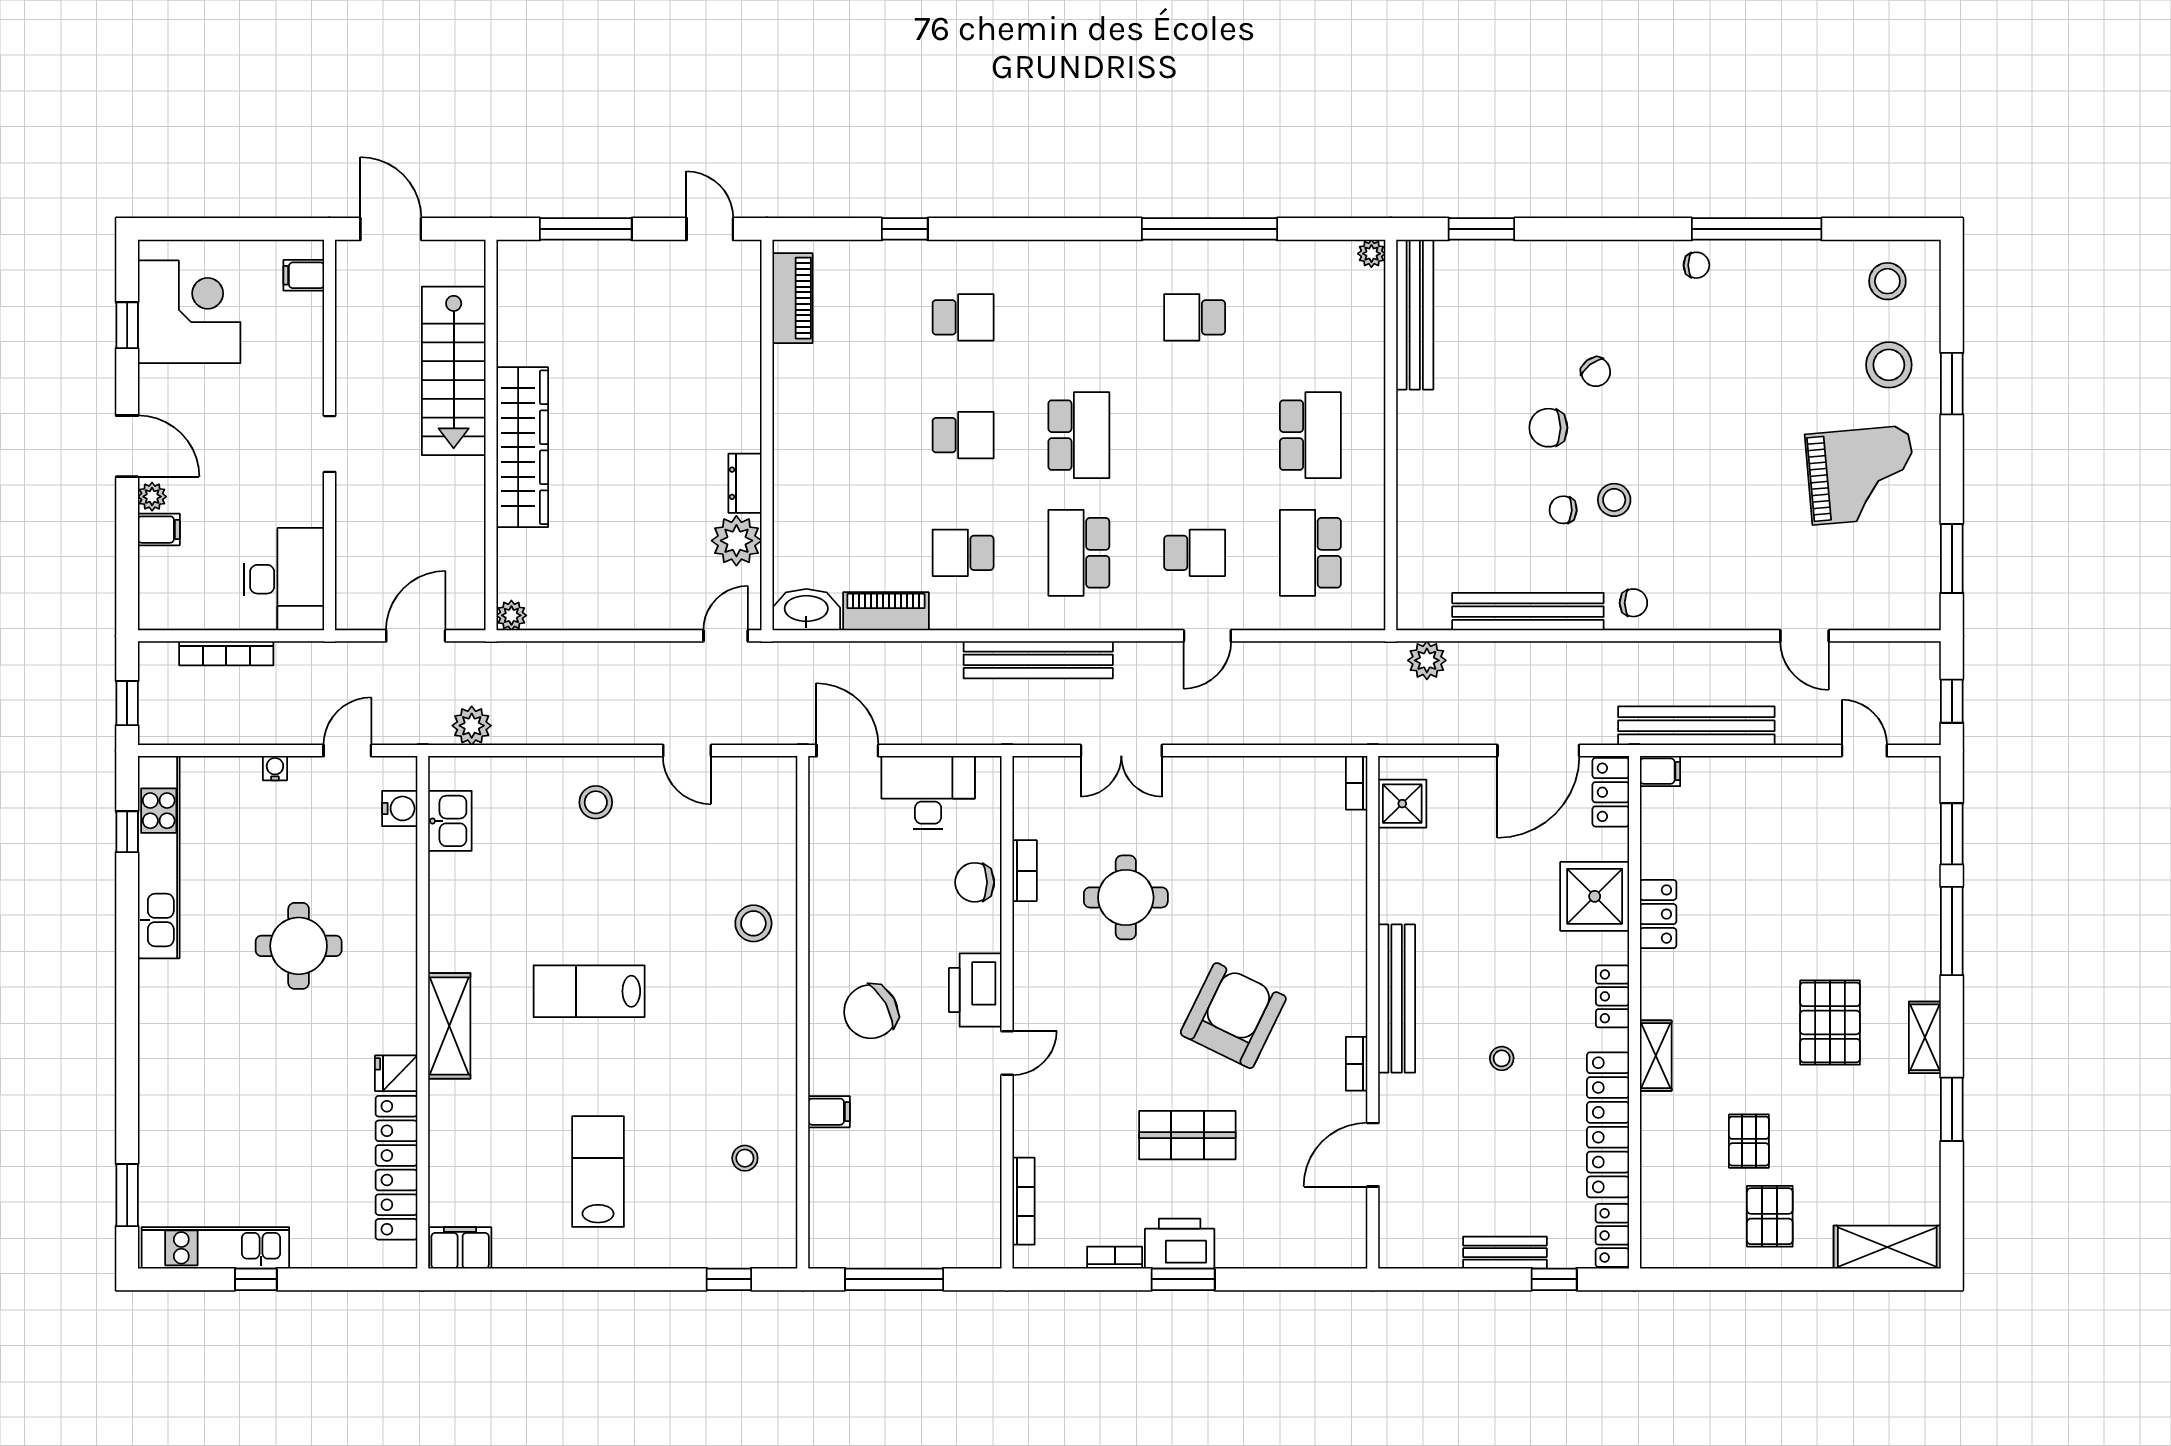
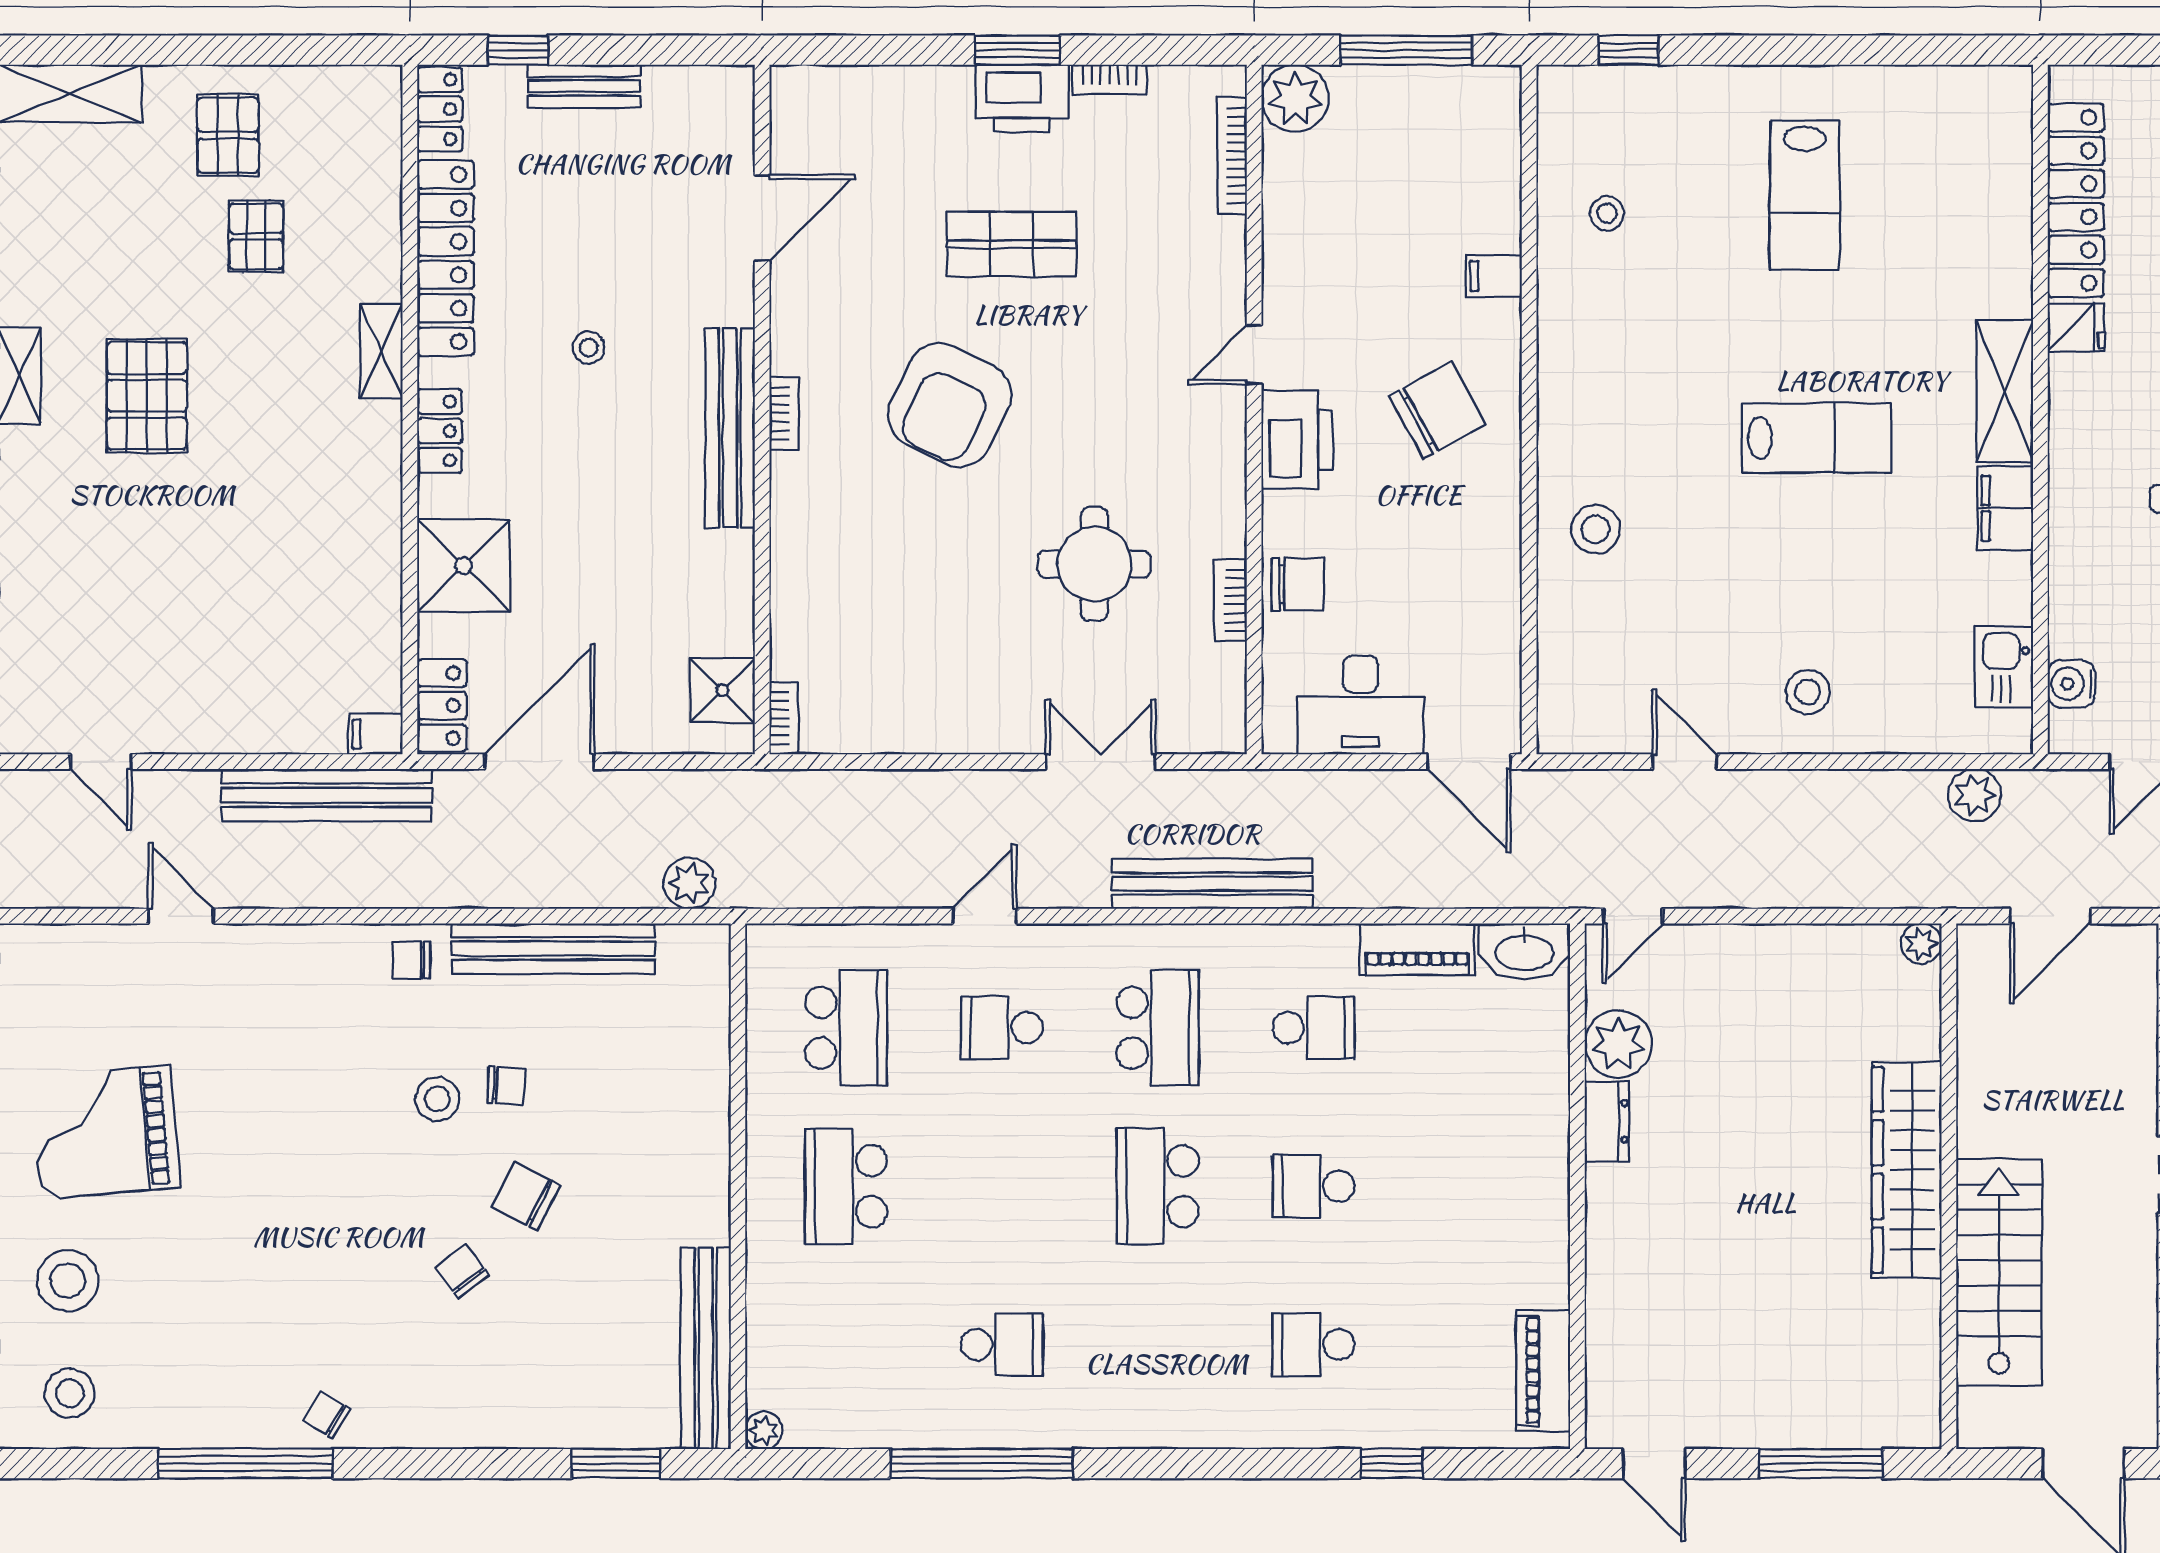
chair: (1696, 265) -> (327, 1415), turned 31
chair: (1548, 428) -> (526, 1196), turned -153
locker: (1658, 914) -> (378, 542), removed
bookcase: (1357, 1064) -> (784, 413), moved
plant: (977, 1244) -> (1295, 98), added
filing cabinet: (460, 1248) -> (2005, 508), moved, turned 90

